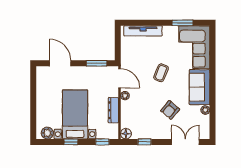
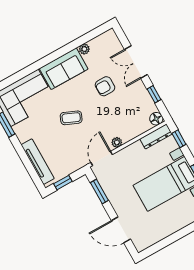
window: (118, 41) -> (63, 183), added
door: (60, 63) -> (121, 230), hinge flipped
dresser: (113, 110) -> (156, 136), moved
armchair: (170, 110) -> (105, 86), turned 140
double door: (185, 142) -> (136, 62), moved

